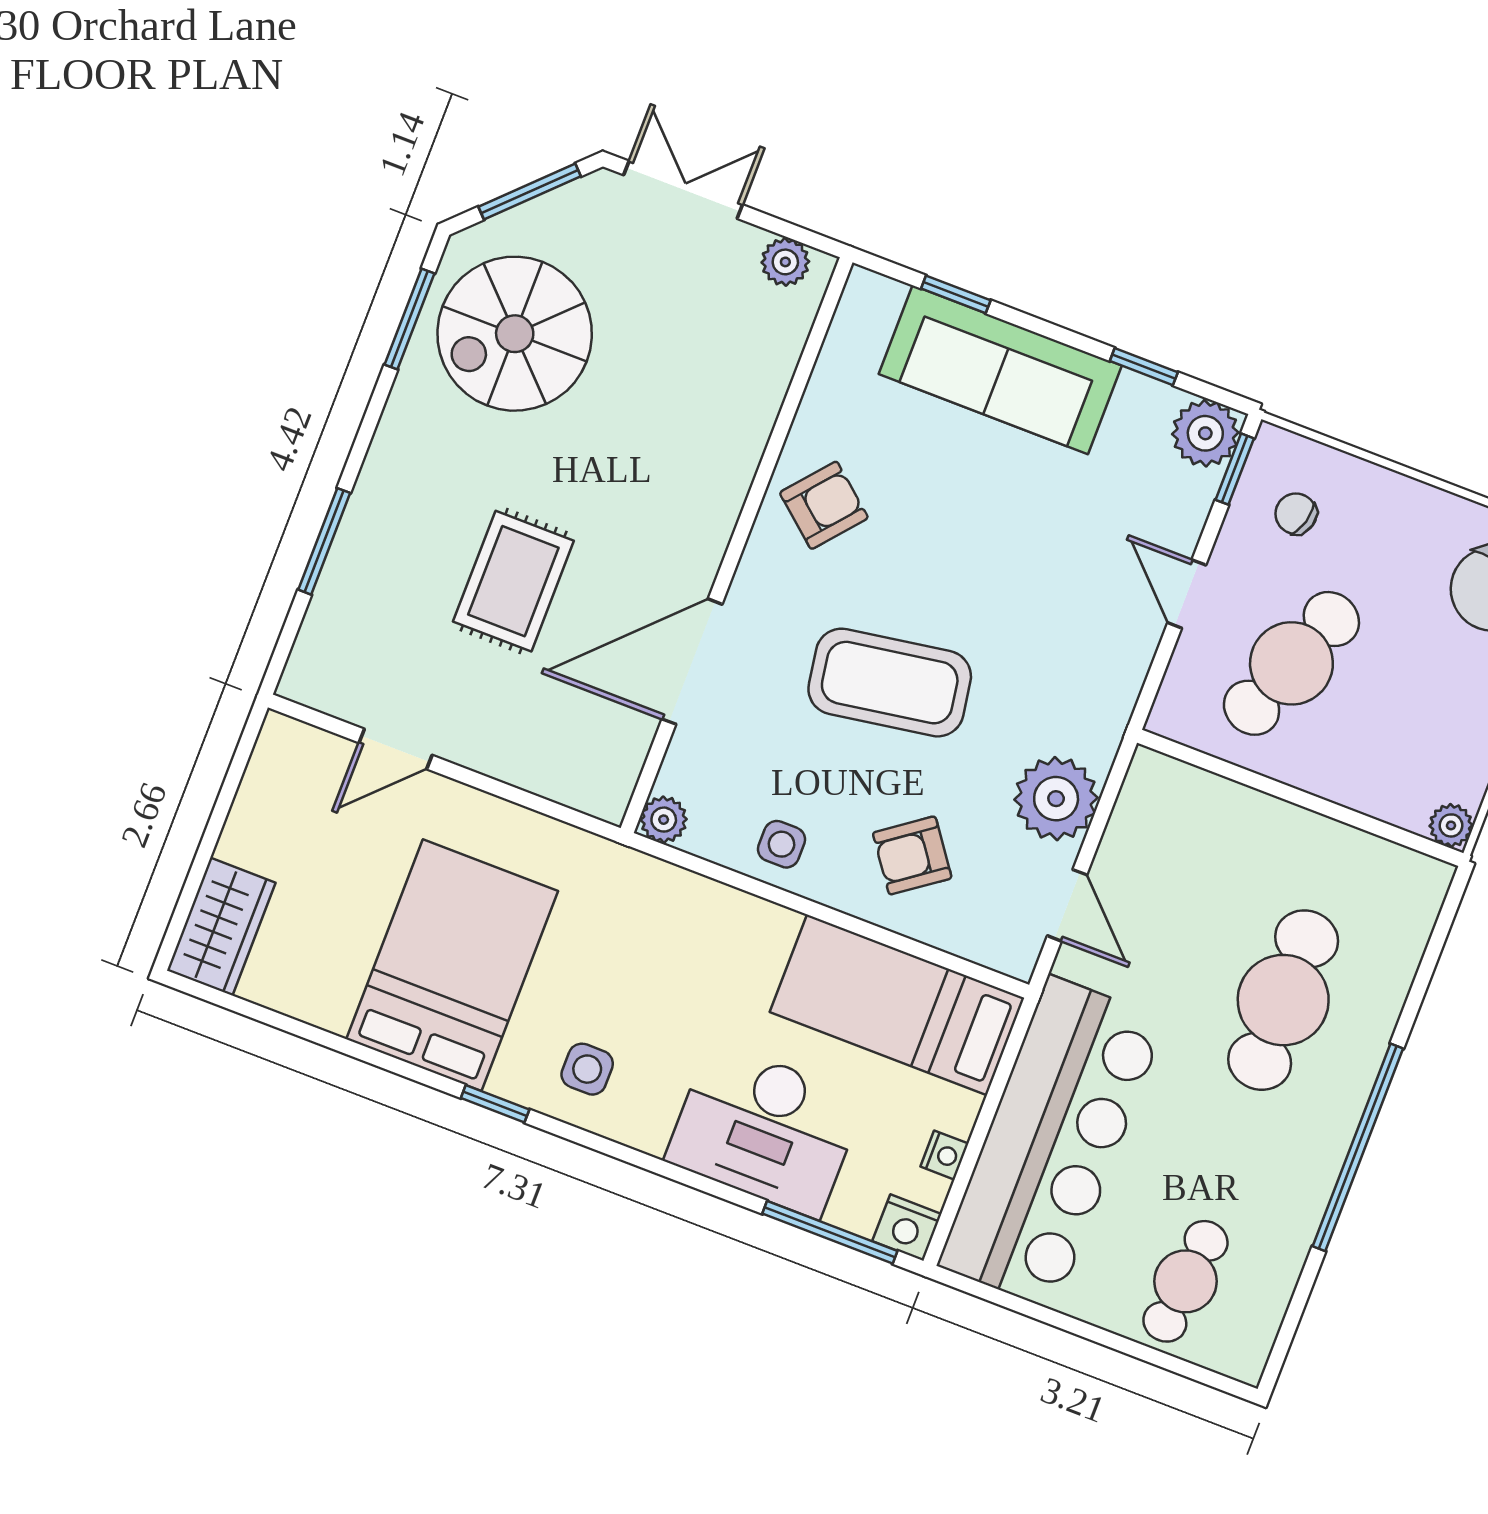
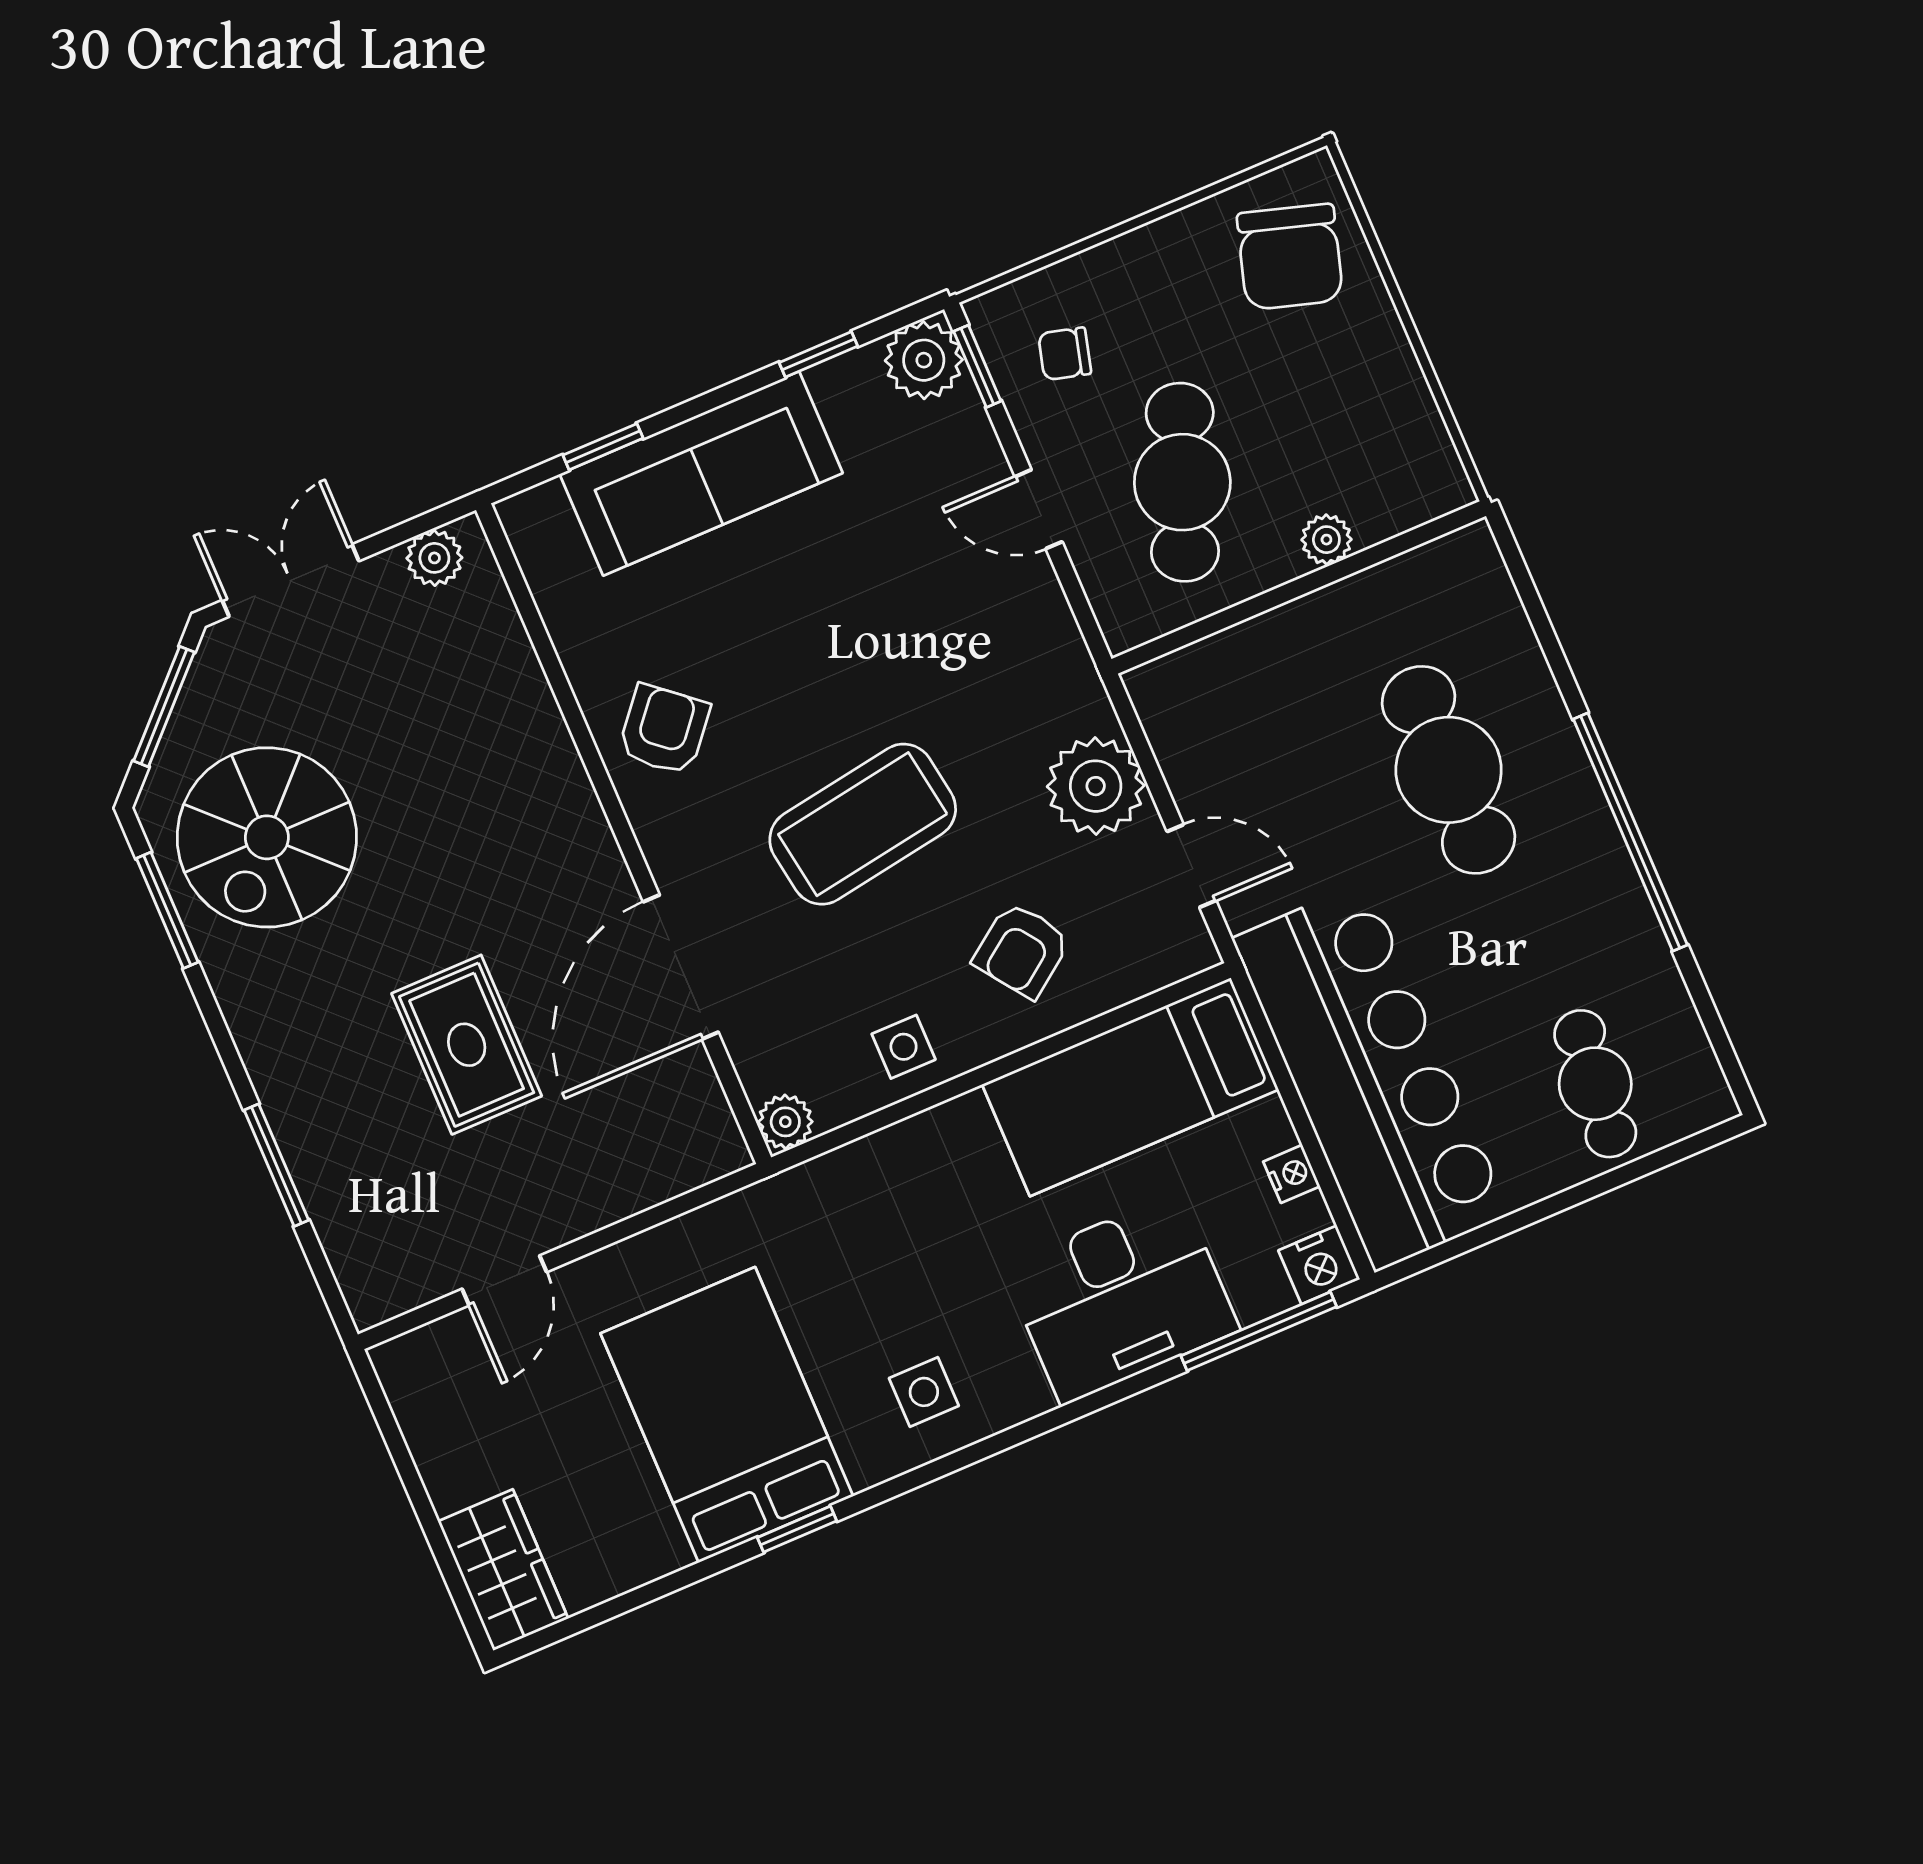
plant: (1451, 825) -> (1326, 540), moved
window: (495, 1104) -> (797, 1529), moved

